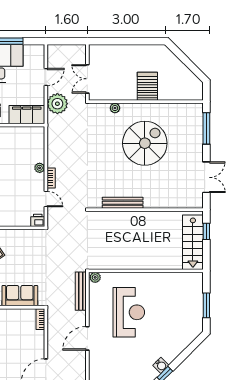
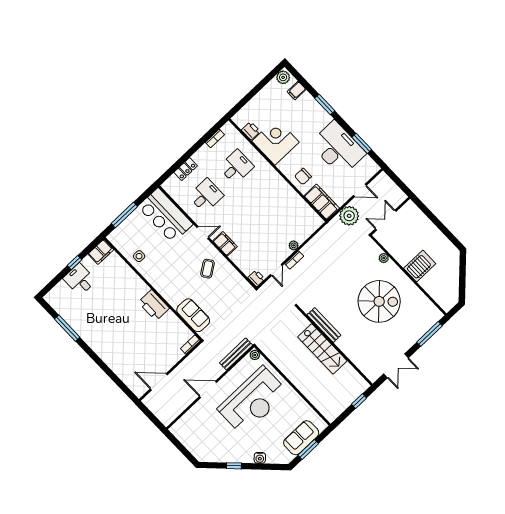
stairs: (193, 242) -> (322, 349), moved, turned -90
sofa: (192, 302) -> (301, 438), added
reception desk: (129, 312) -> (253, 401), width x1.36, depth x1.30
water cooler: (161, 365) -> (260, 458), moved

